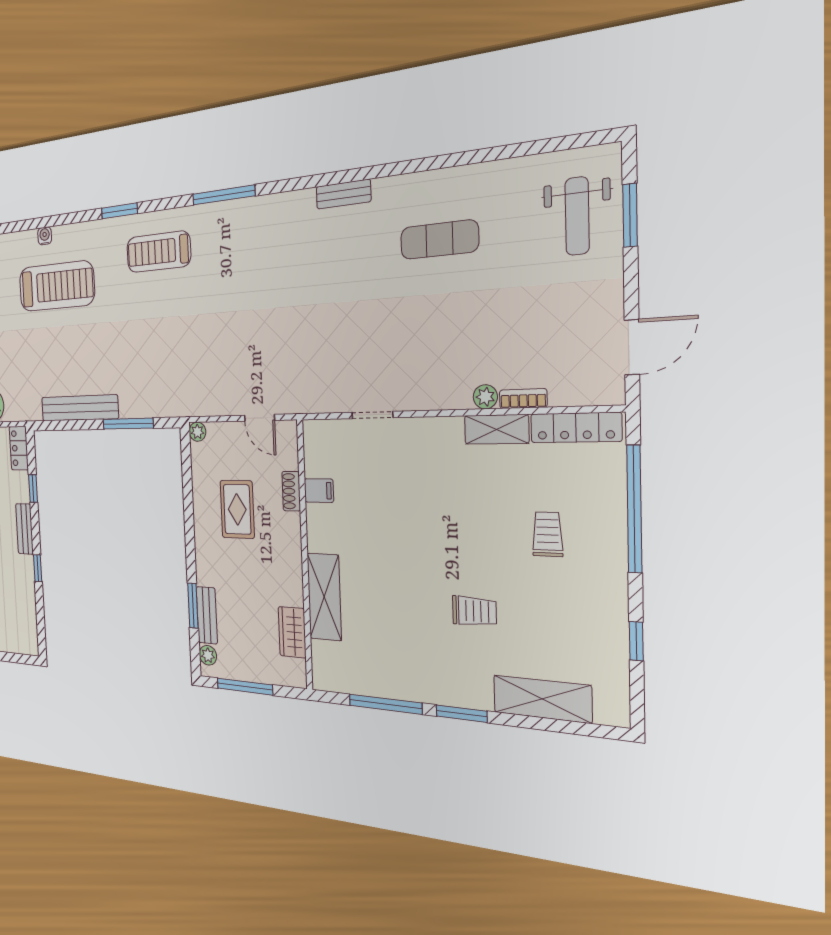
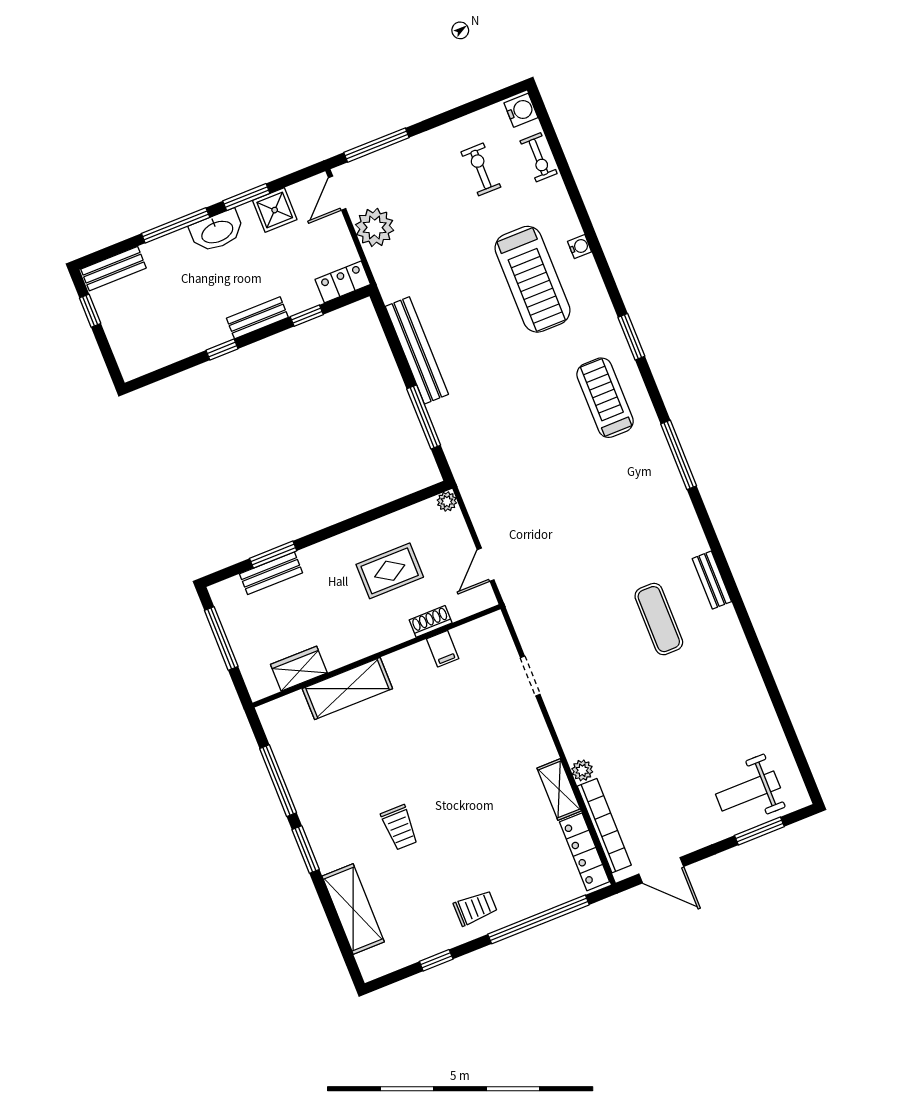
exercise mat: (439, 240) -> (659, 619), moved
bookcase: (523, 399) -> (604, 826), width x2.31, depth x1.31
trolley: (548, 534) -> (475, 908), moved
plant: (208, 655) -> (232, 588), removed

